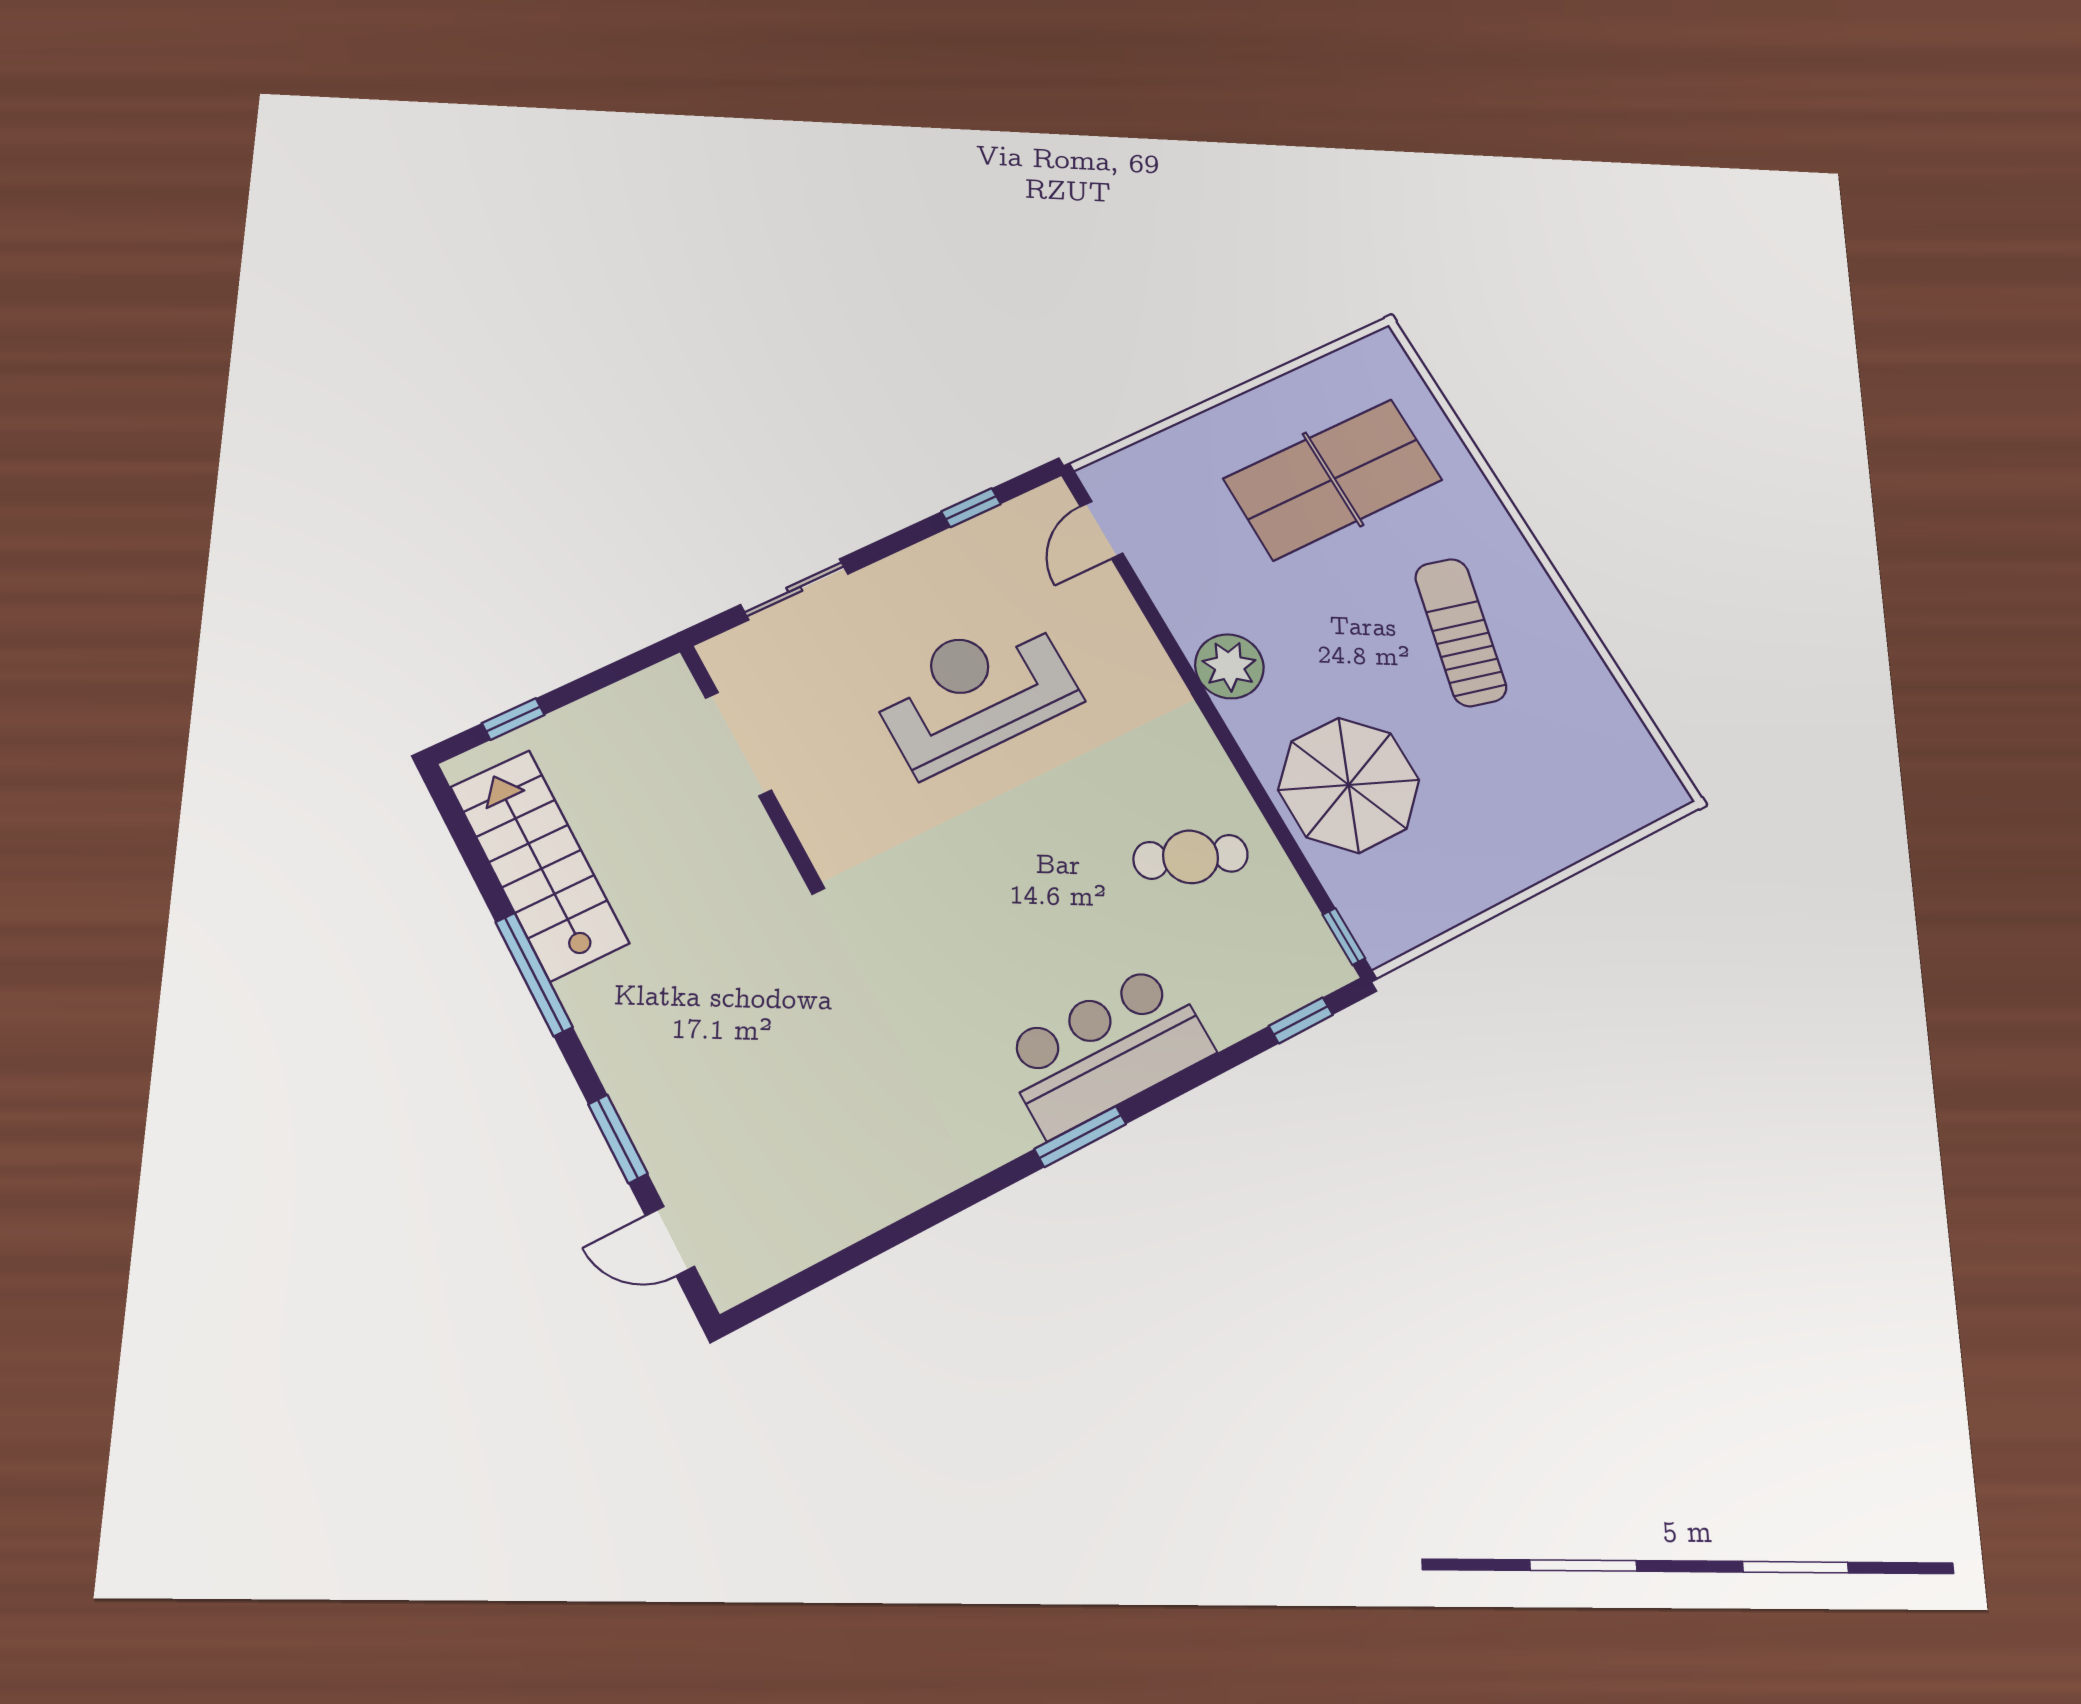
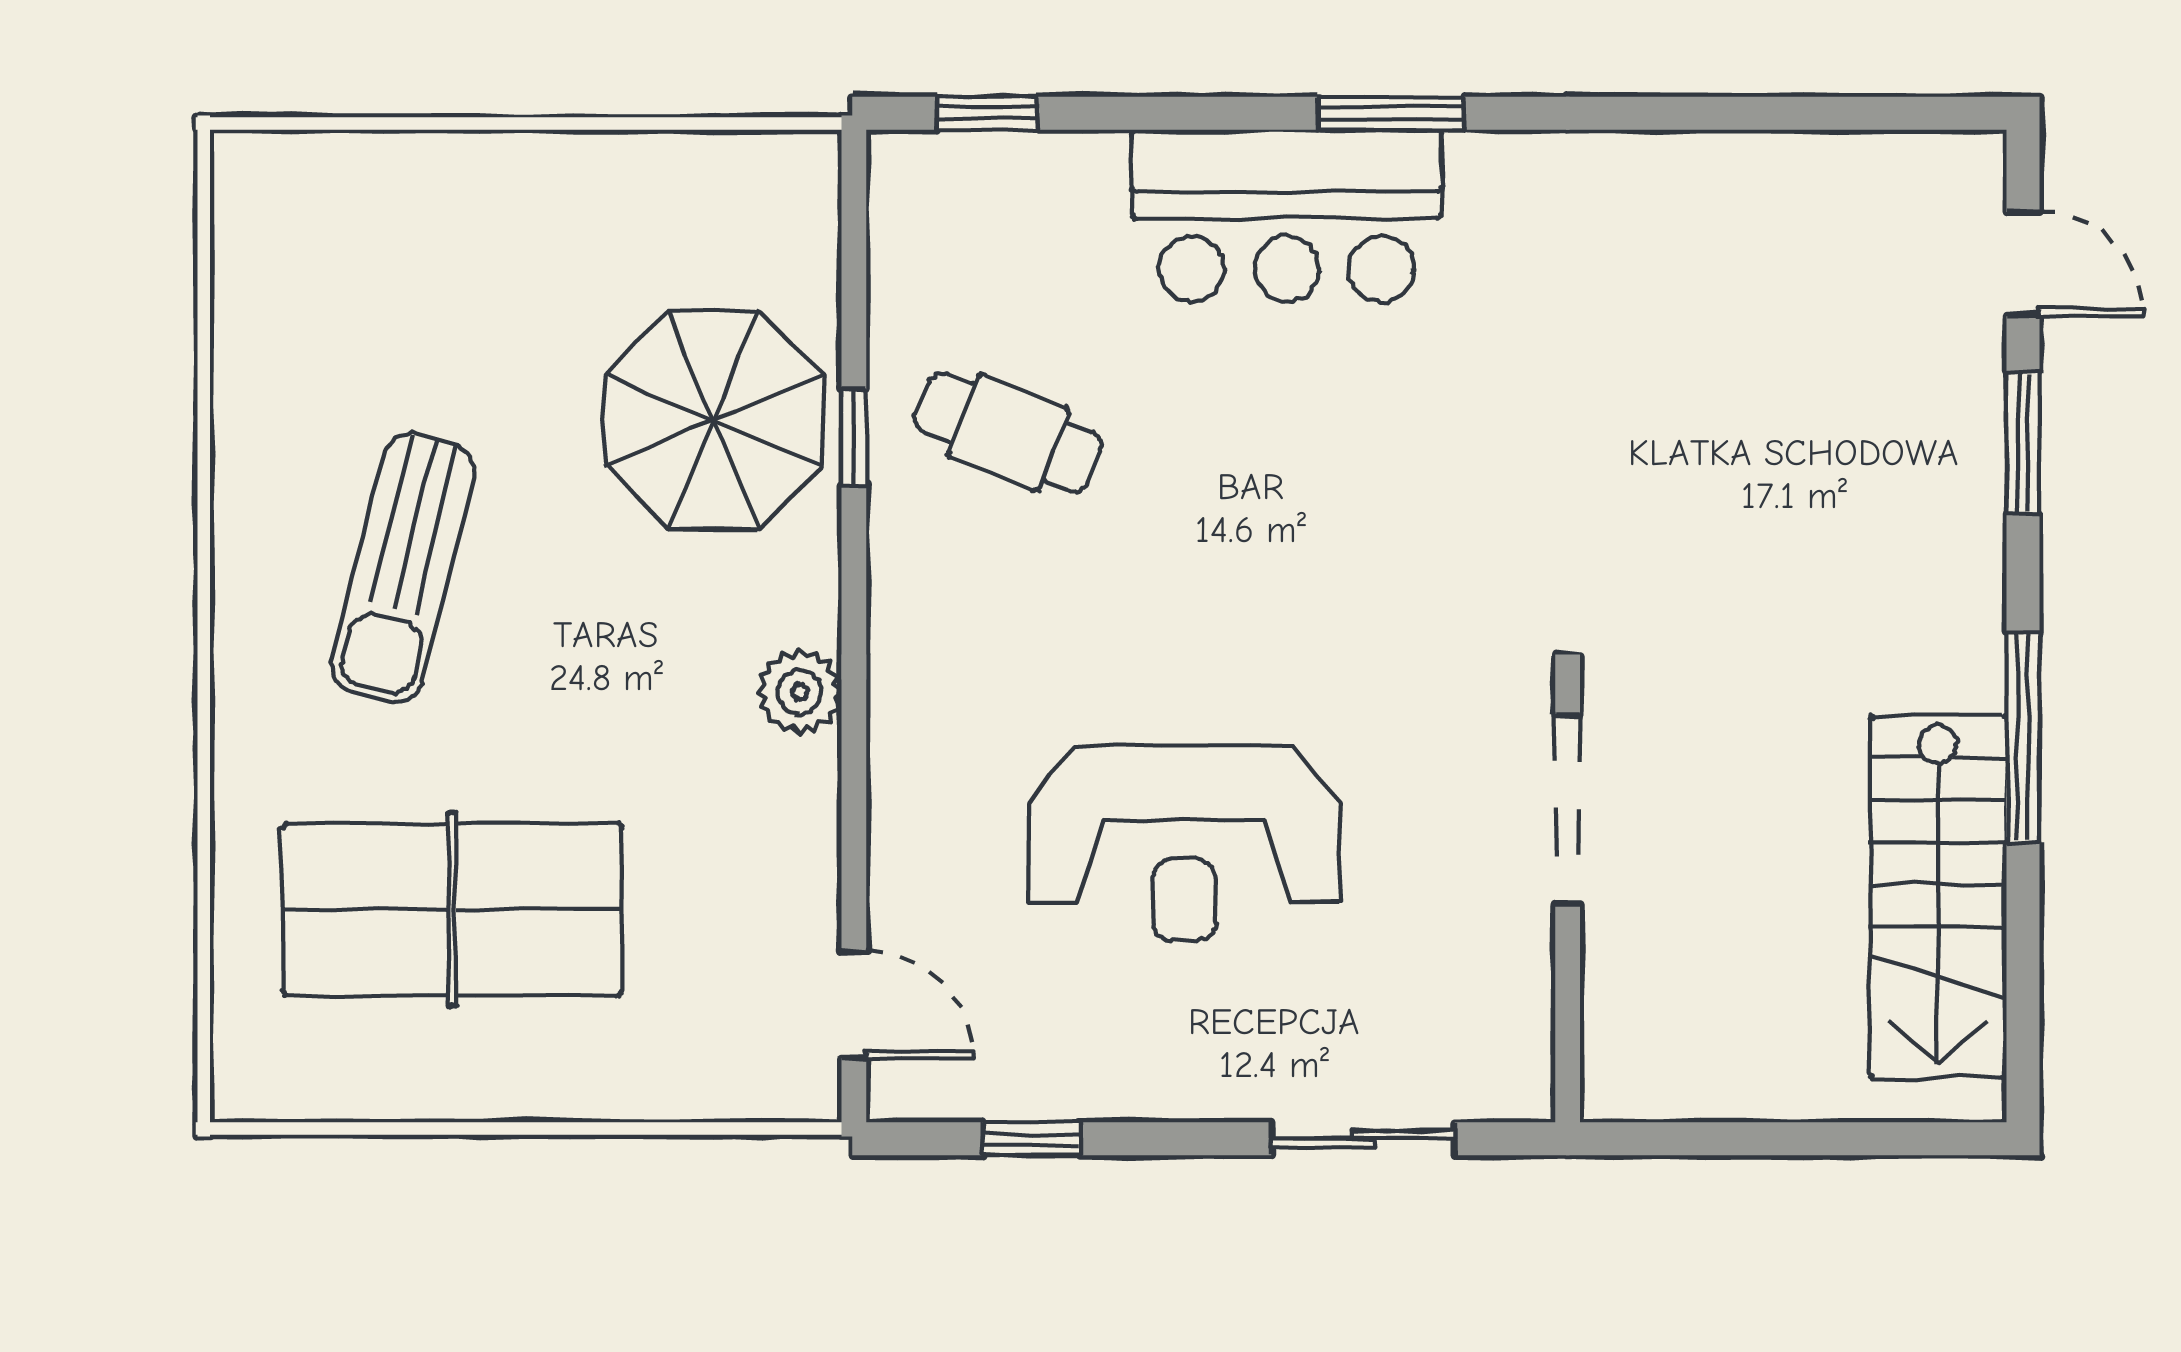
door: (1101, 530) -> (854, 1005), hinge flipped
plant: (1229, 666) -> (800, 692), width x0.73, depth x0.73
window: (513, 719) -> (1869, 1139), removed
doorway: (738, 744) -> (1568, 809), moved
window: (1344, 936) -> (854, 437), moved

